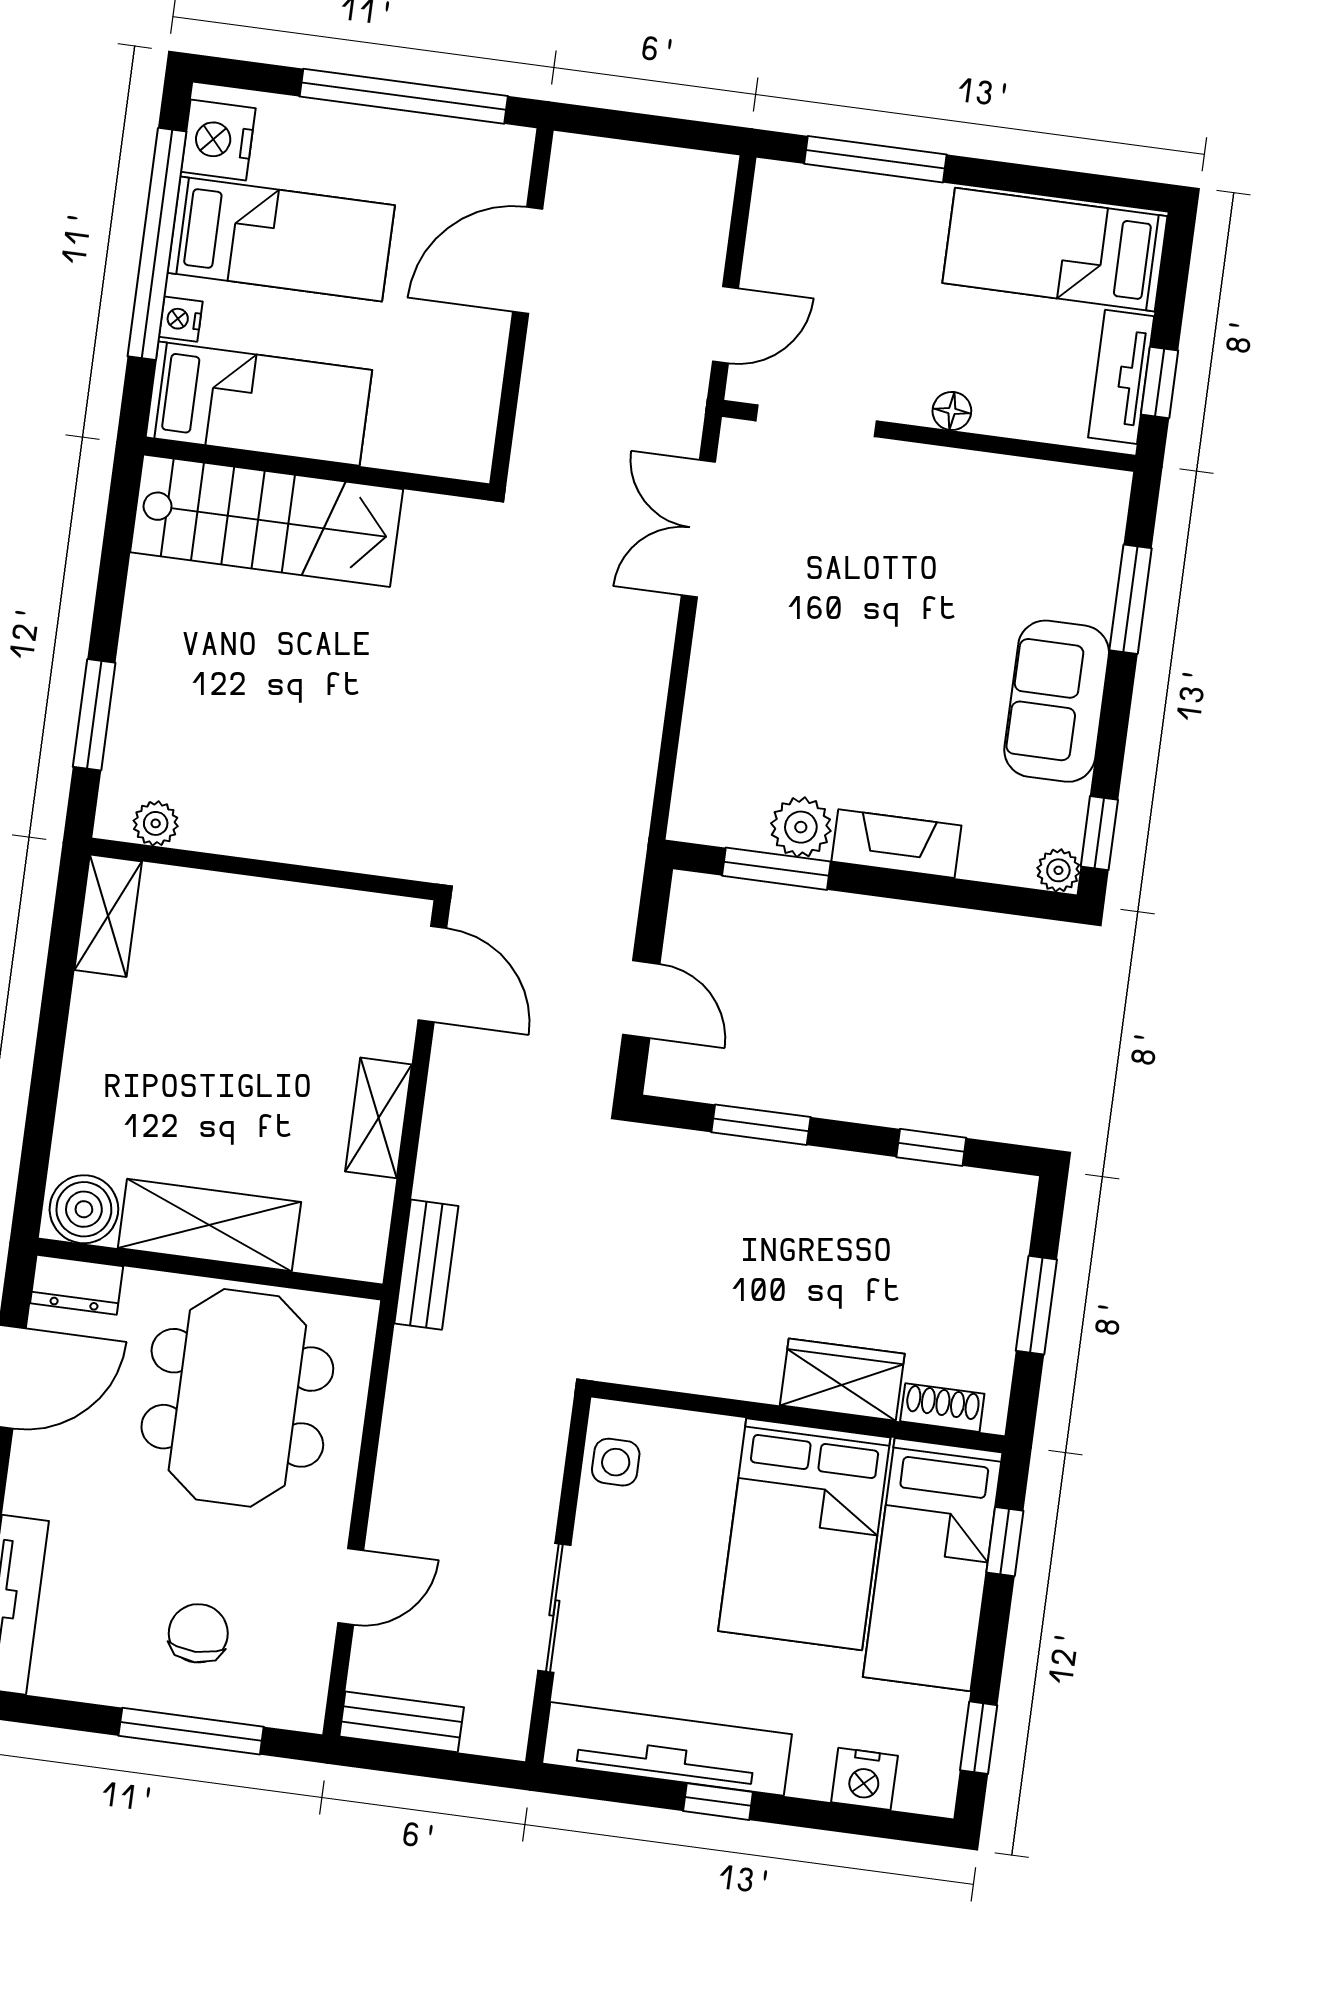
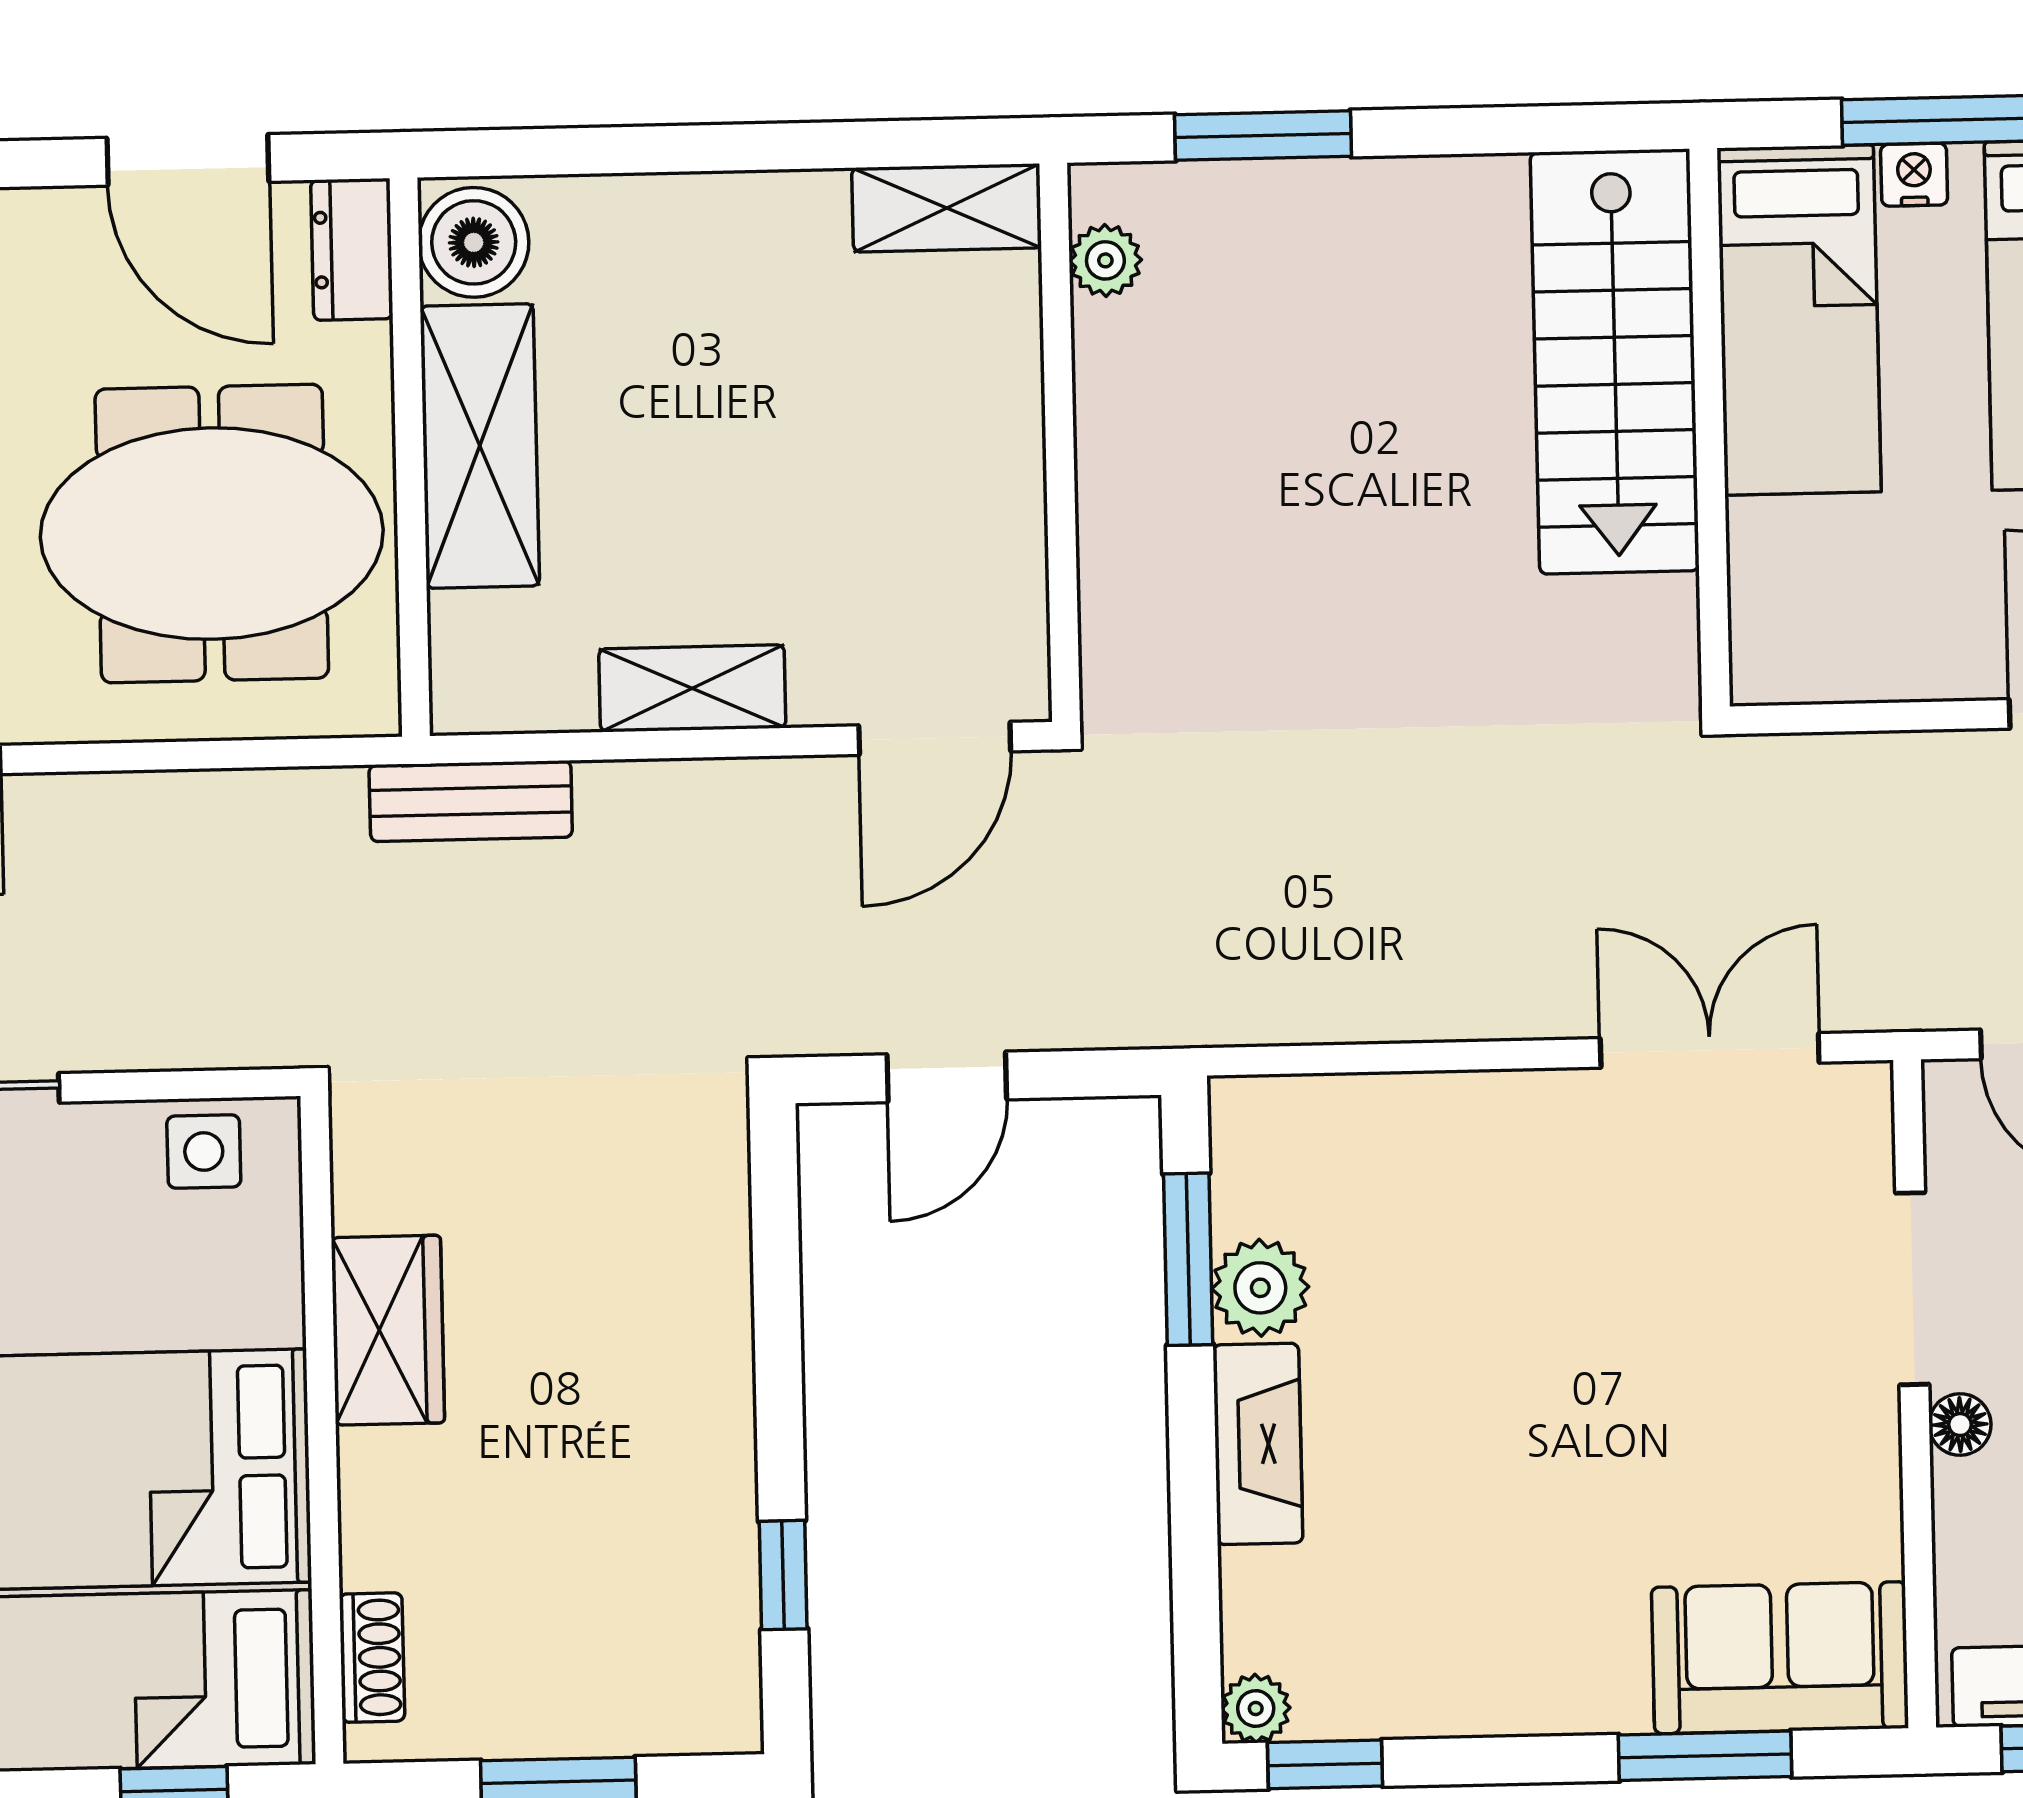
doorway: (816, 421) -> (1912, 1289), moved
sofa: (1057, 701) -> (1780, 1658), moved
window: (761, 1125) -> (777, 1299), removed
wardrobe: (842, 1380) -> (388, 1330), moved

